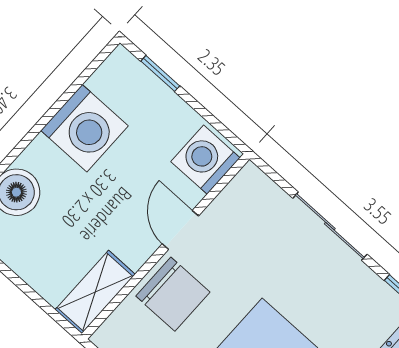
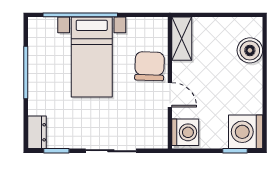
washing machine: (85, 128) -> (246, 132), moved
chair: (173, 294) -> (150, 66), turned 92

